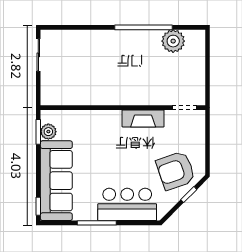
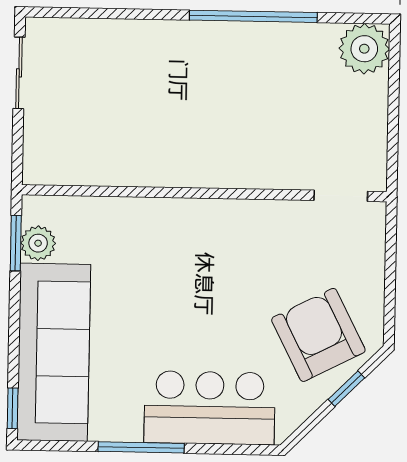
plant: (173, 41) -> (364, 49), moved
fireplace: (143, 118) -> (248, 218), removed
armchair: (176, 171) -> (318, 335), turned 82

